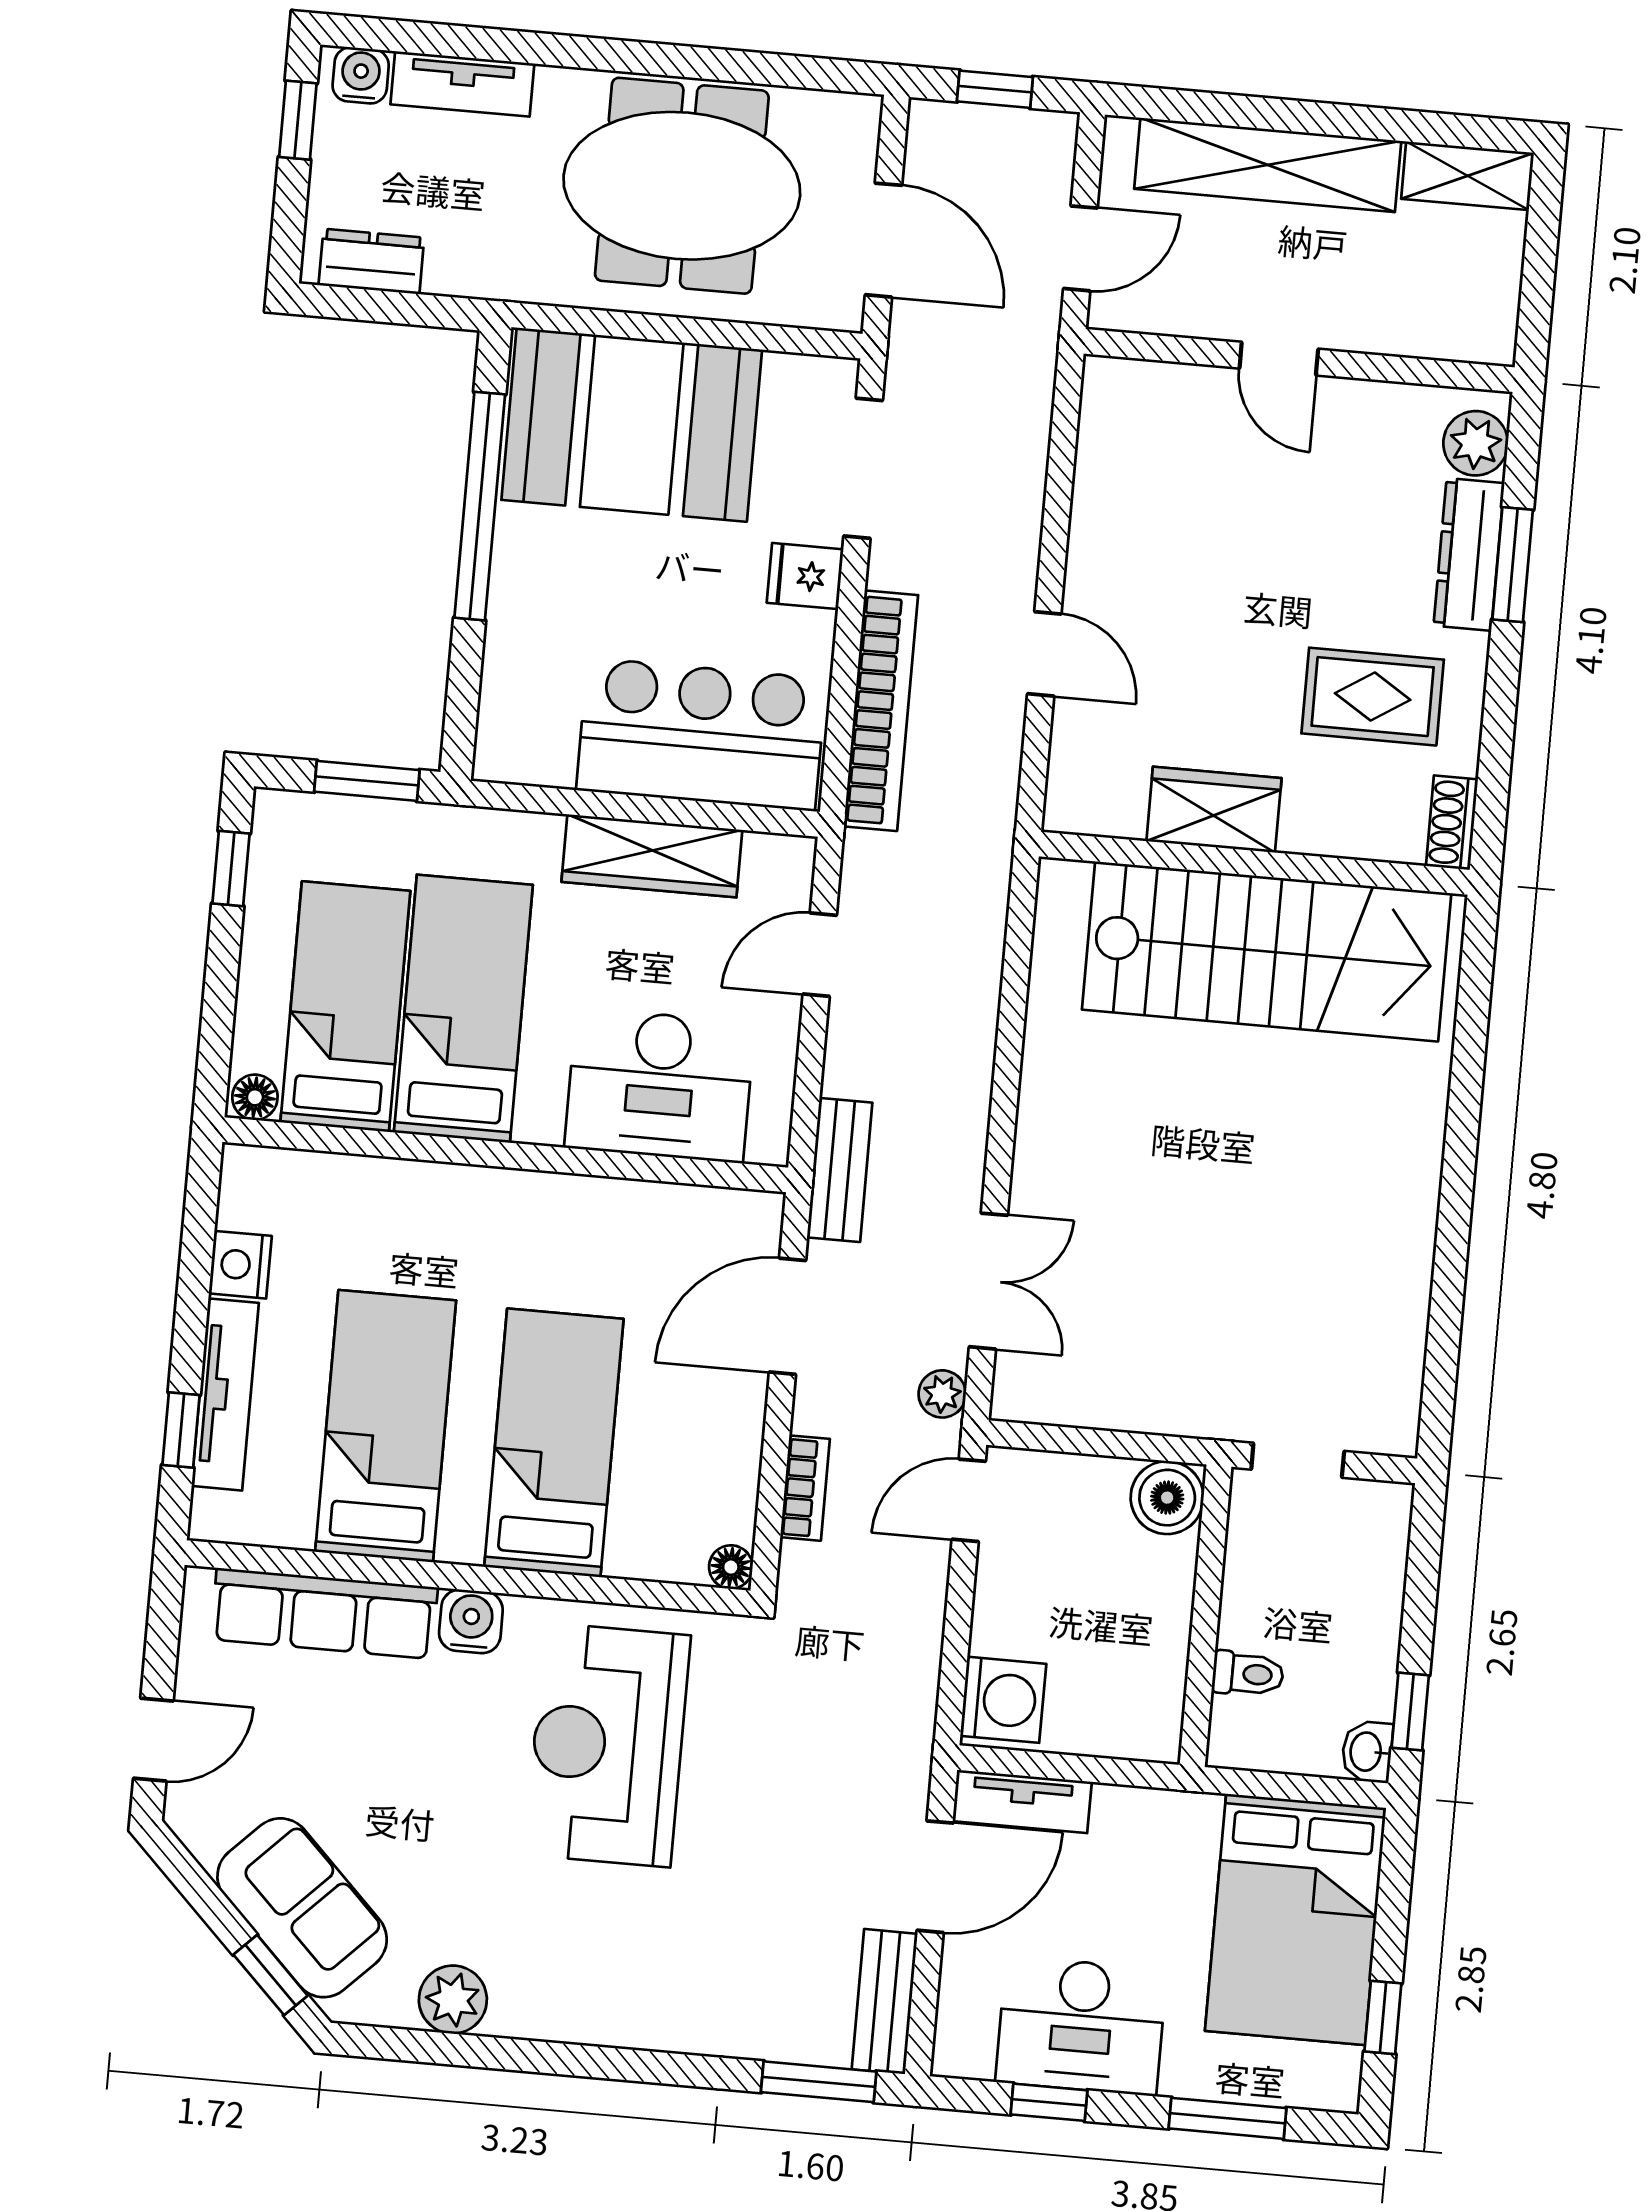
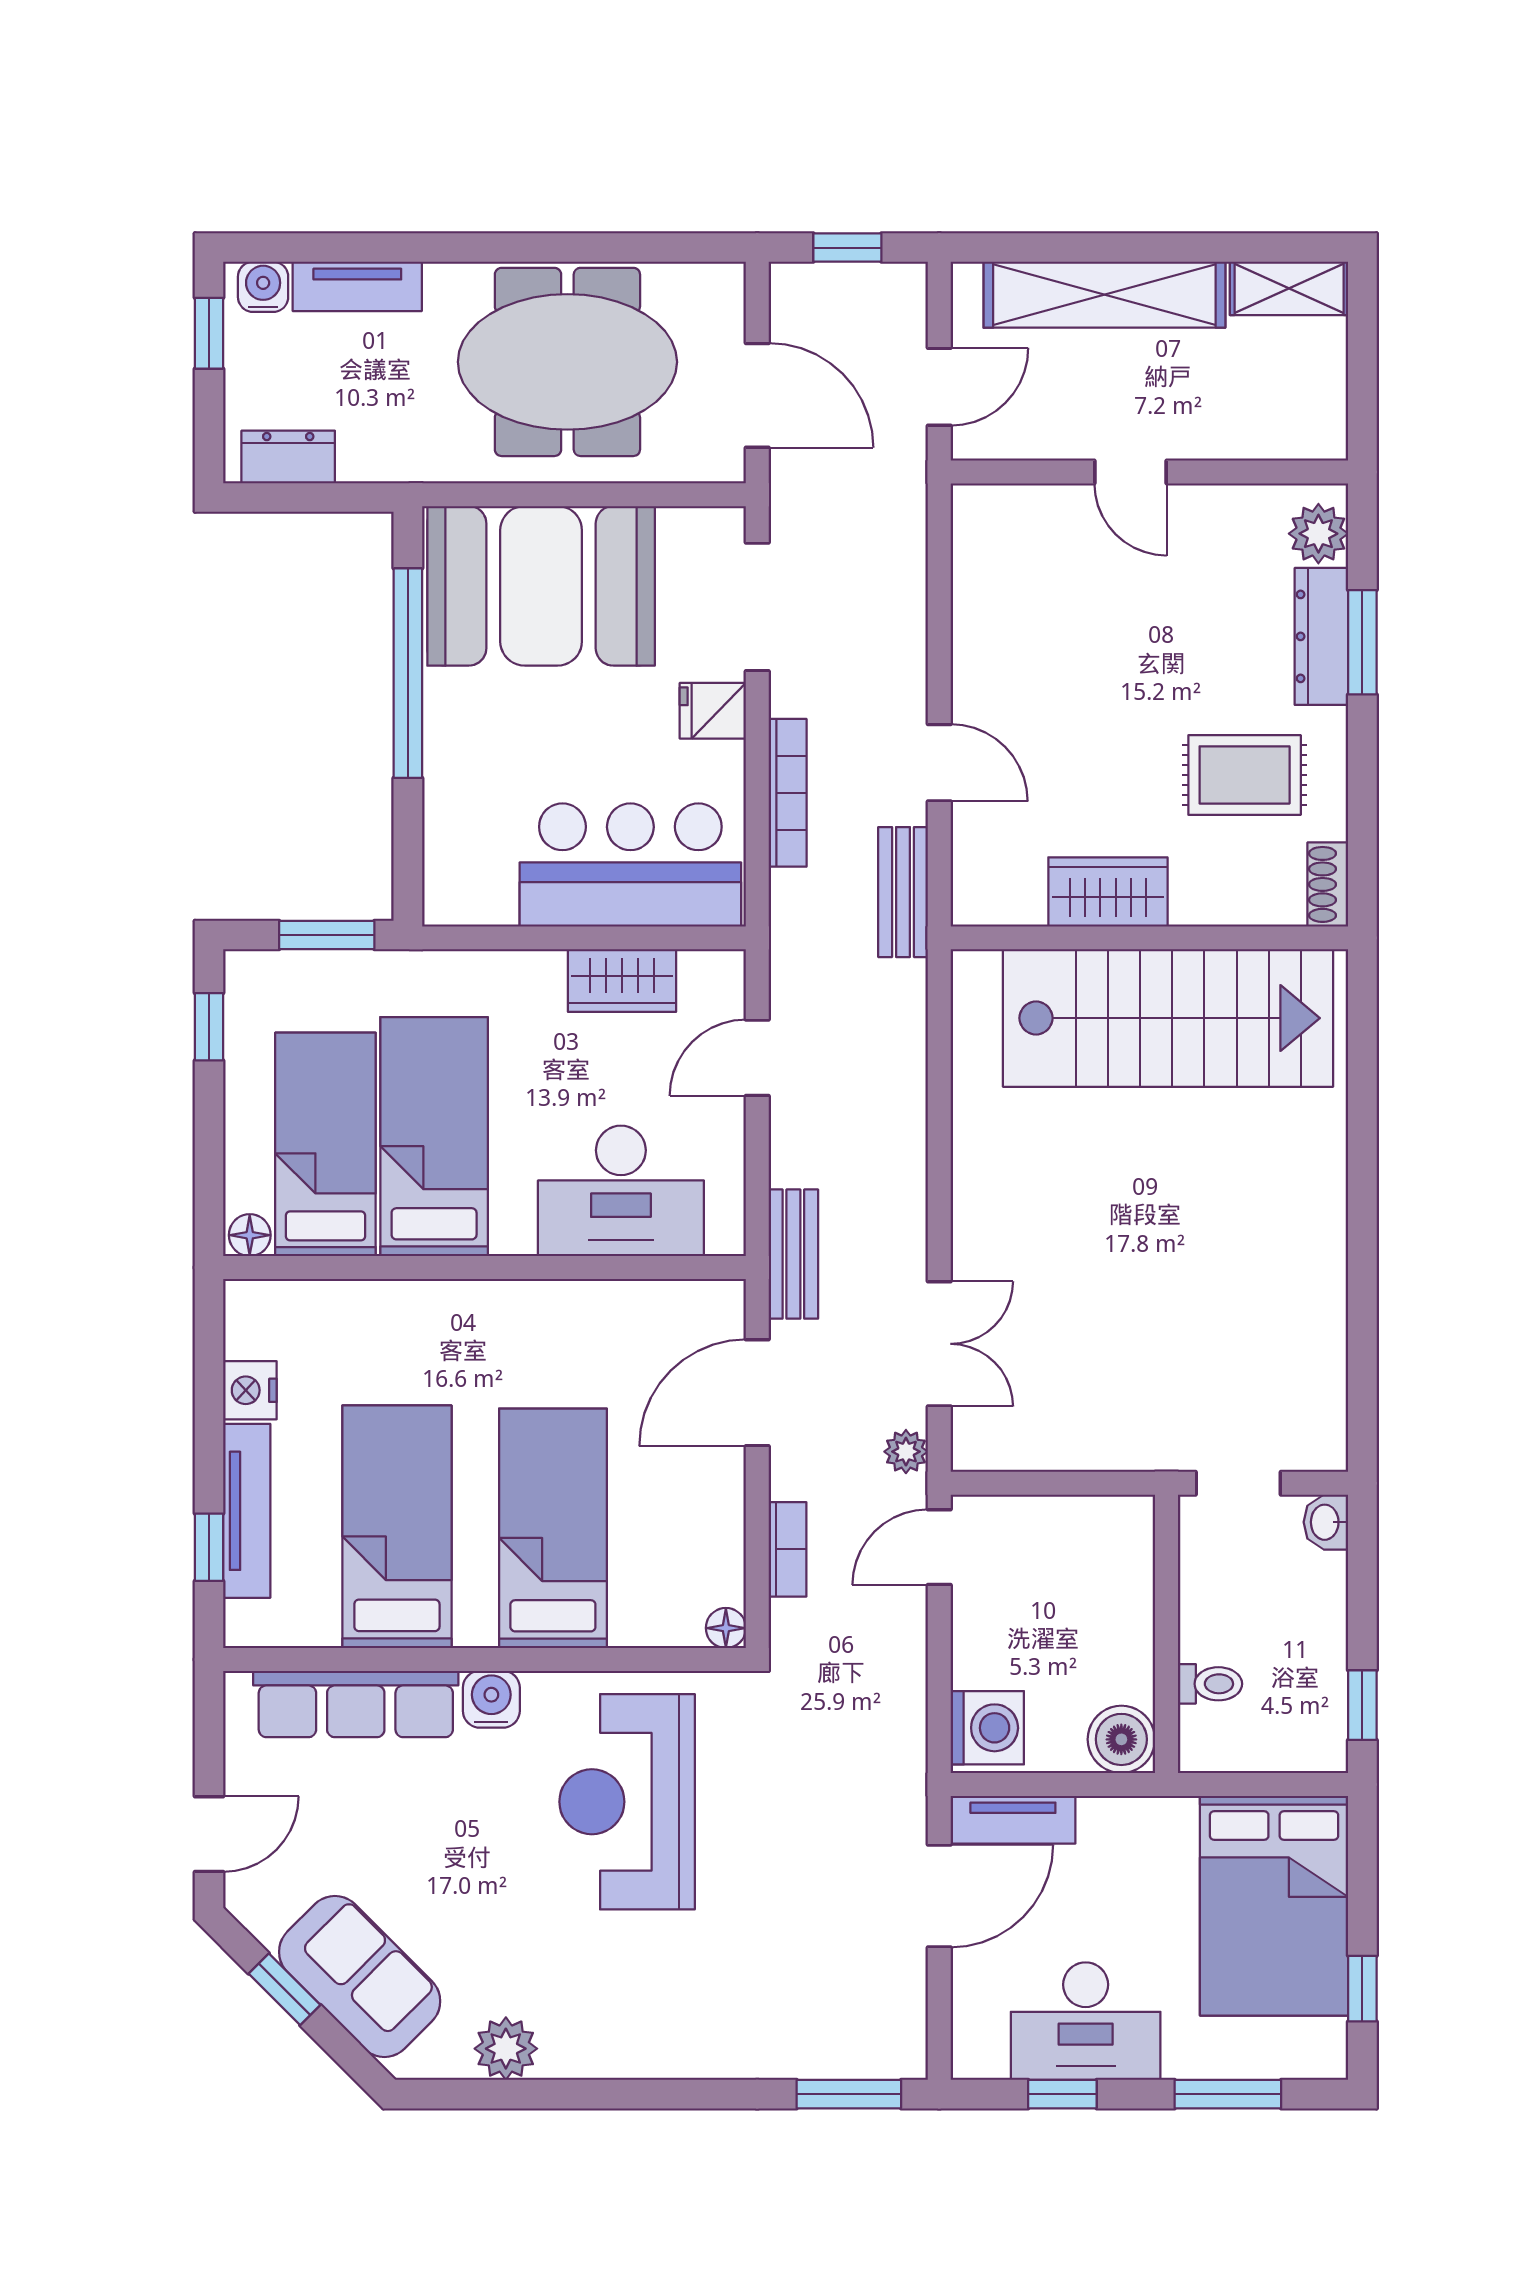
bookcase: (881, 711) -> (788, 793), width x0.68, depth x0.76
wardrobe: (652, 856) -> (622, 981), width x0.67
boiler: (1167, 1498) -> (1121, 1739), moved
washbasin: (1367, 1752) -> (1326, 1522), moved
window: (271, 1975) -> (284, 1989), moved
bench: (885, 2002) -> (903, 892), moved

